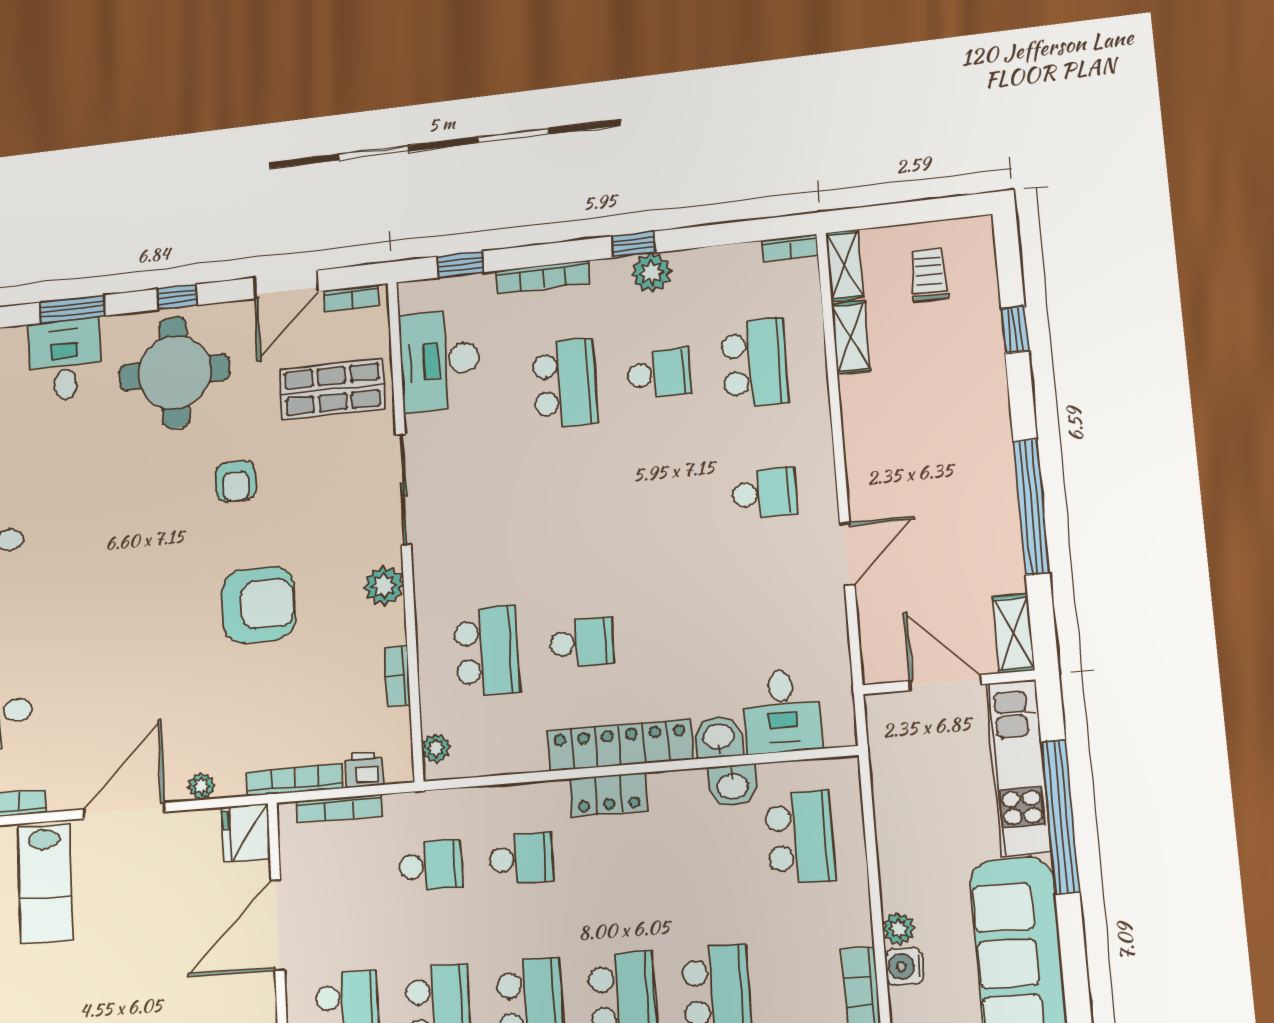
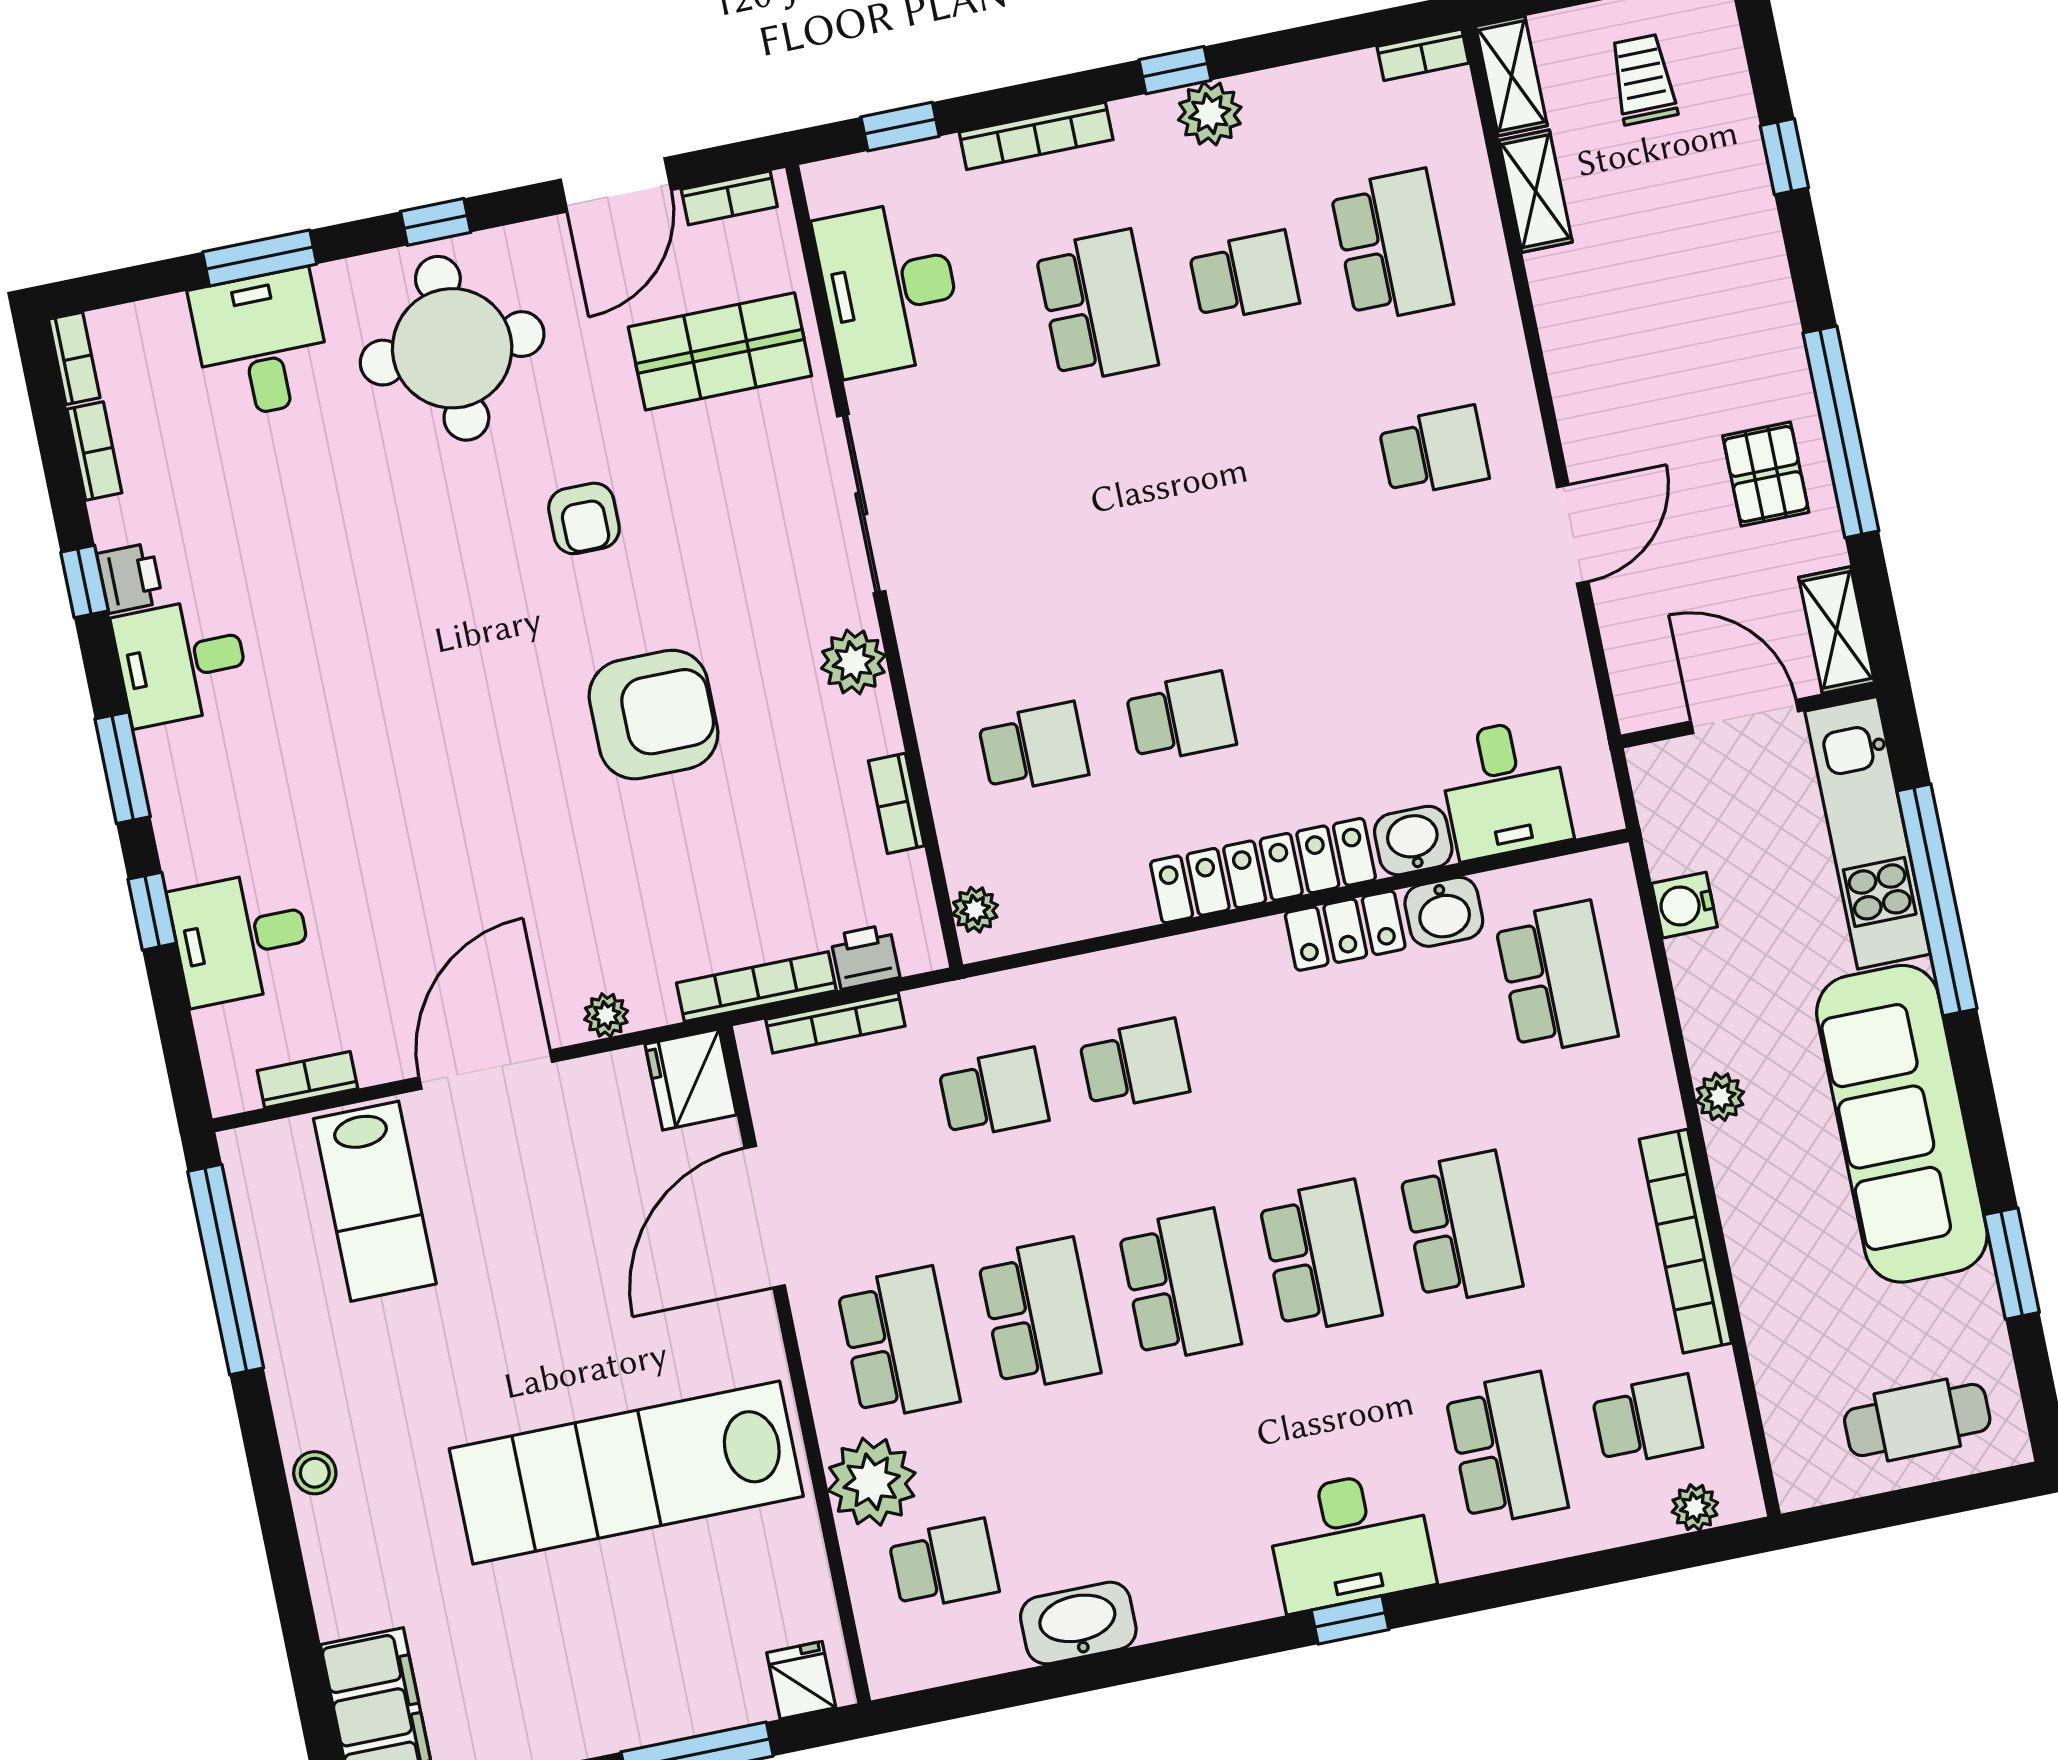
pallet: (978, 529) -> (1766, 474), added
school desk: (487, 651) -> (1033, 748), width x0.54
locker: (609, 795) -> (1345, 931), moved
water cooler: (904, 966) -> (1684, 905), moved

